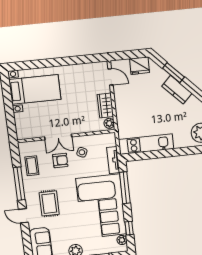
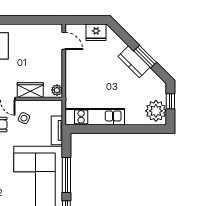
window: (173, 73) -> (145, 57), moved
wardrobe: (105, 106) -> (30, 90), moved, turned 90
window: (125, 188) -> (66, 175), moved

